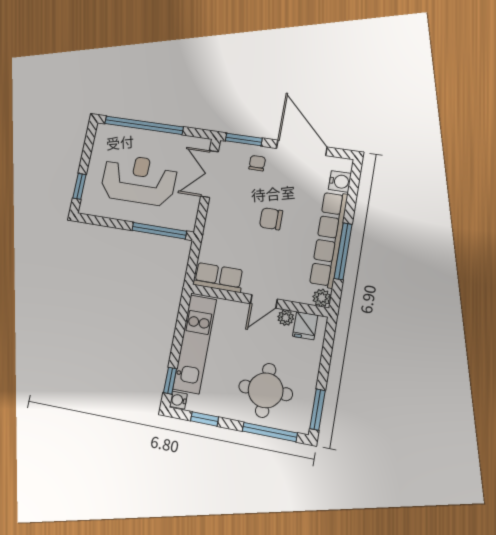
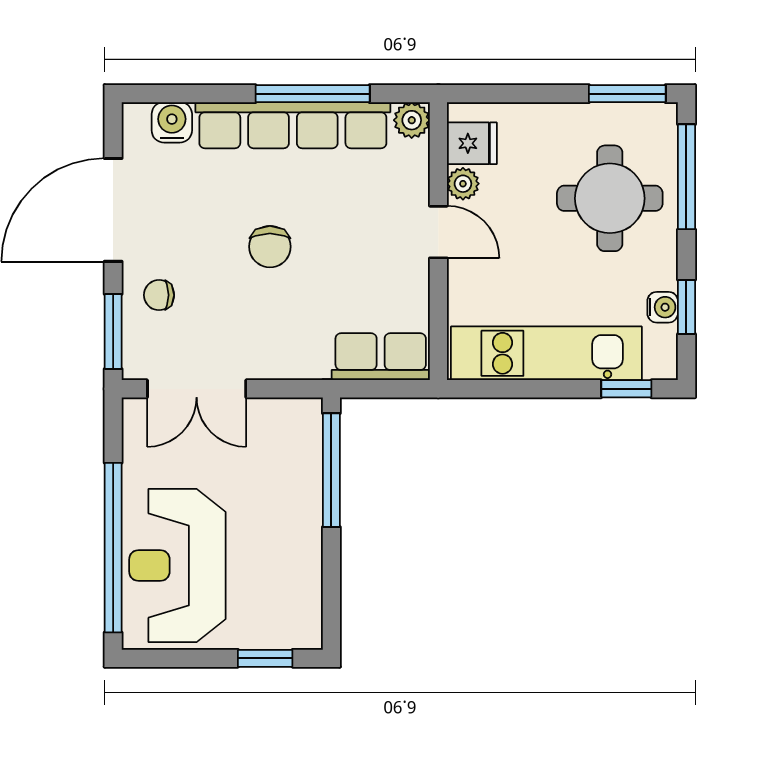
reception desk: (139, 180) -> (177, 566), moved
row of seats: (218, 277) -> (381, 357), moved, turned 90
water cooler: (178, 400) -> (663, 307), moved, turned -90

